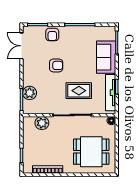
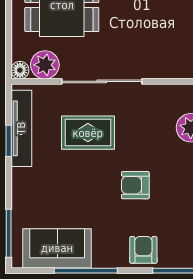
sofa: (106, 57) -> (57, 248), moved, turned -90
plant: (42, 123) -> (45, 65), moved

